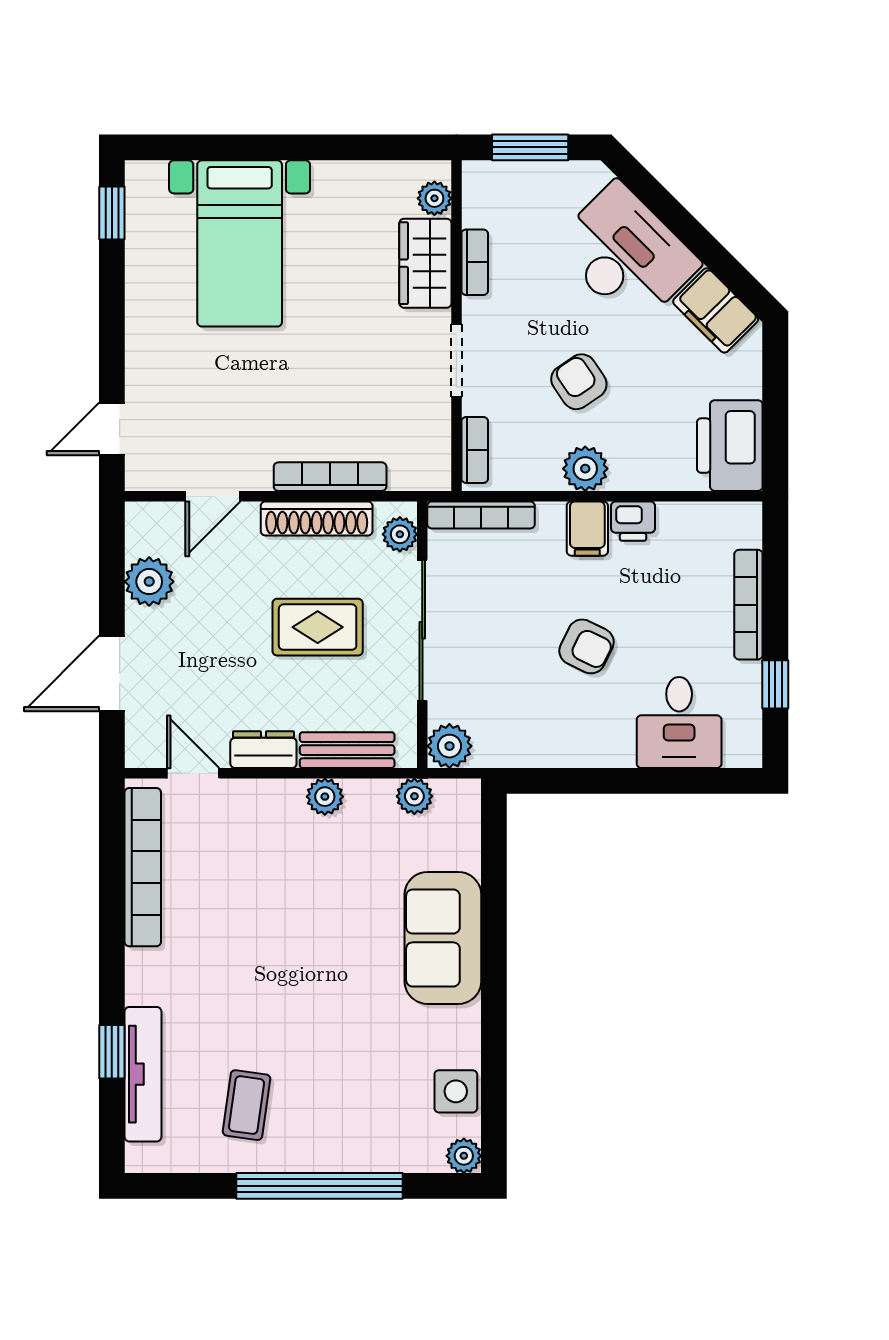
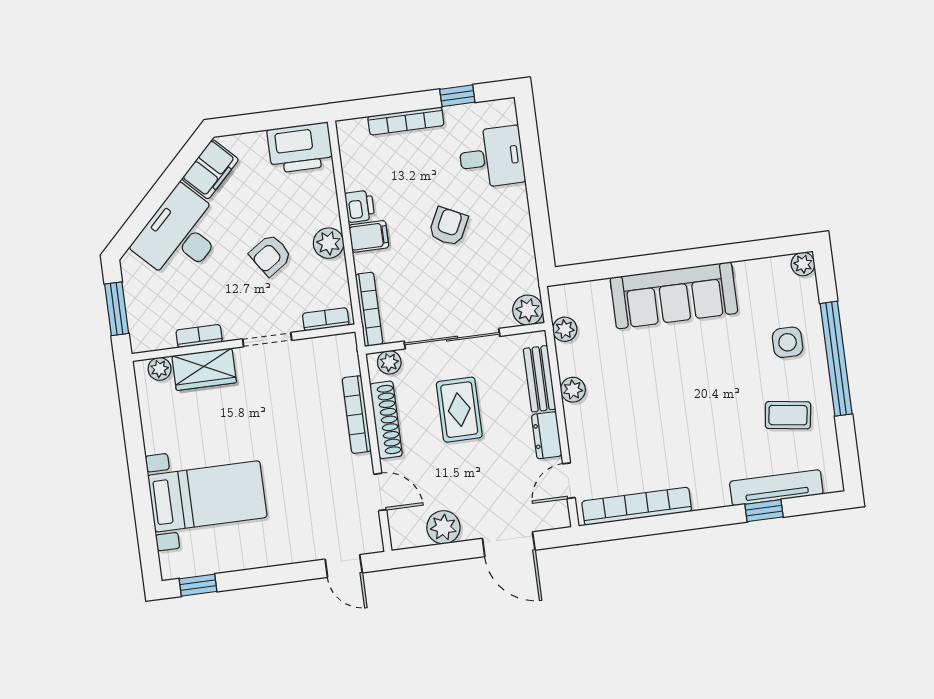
sofa: (443, 938) -> (674, 295), width x1.36
side table: (456, 1091) -> (788, 342), moved

